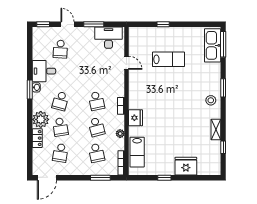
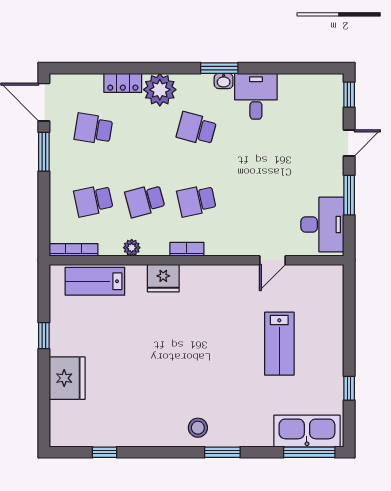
window: (163, 24) -> (349, 388), moved
school desk: (60, 49) -> (300, 129), removed
school desk: (60, 127) -> (145, 129), removed
shelving: (216, 130) -> (140, 438), removed
window: (100, 178) -> (44, 152), moved

